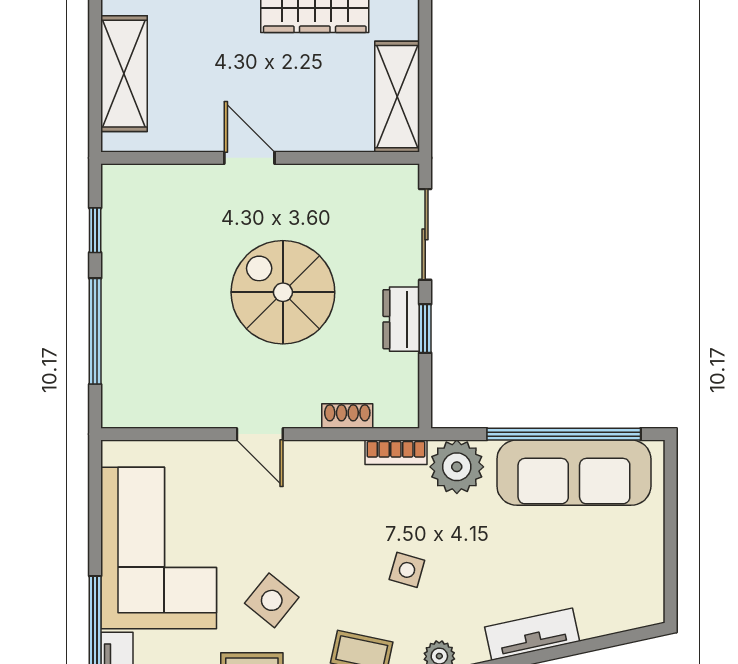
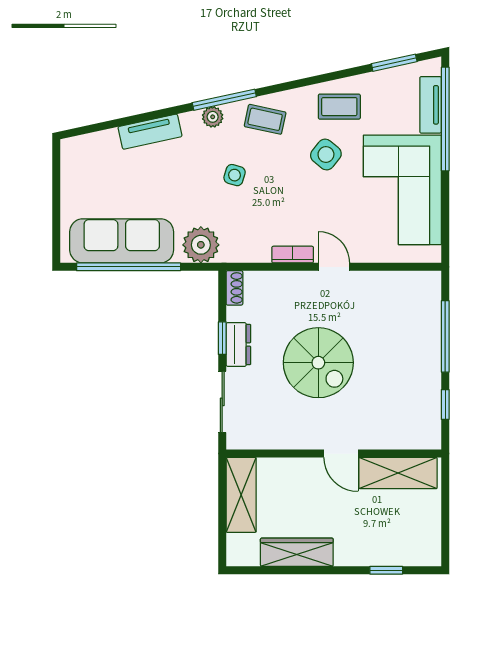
shelving: (124, 74) -> (398, 473), moved, turned 90
shoe rack: (347, 416) -> (234, 288), moved, turned -90
bookcase: (396, 452) -> (293, 255), moved

